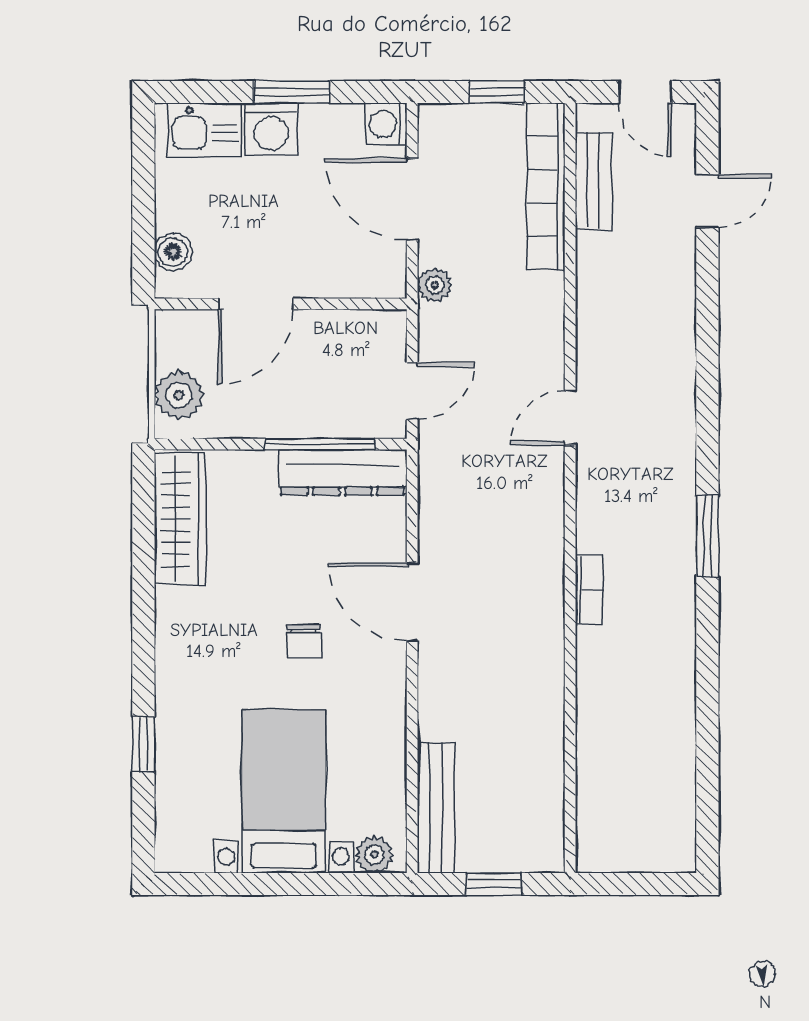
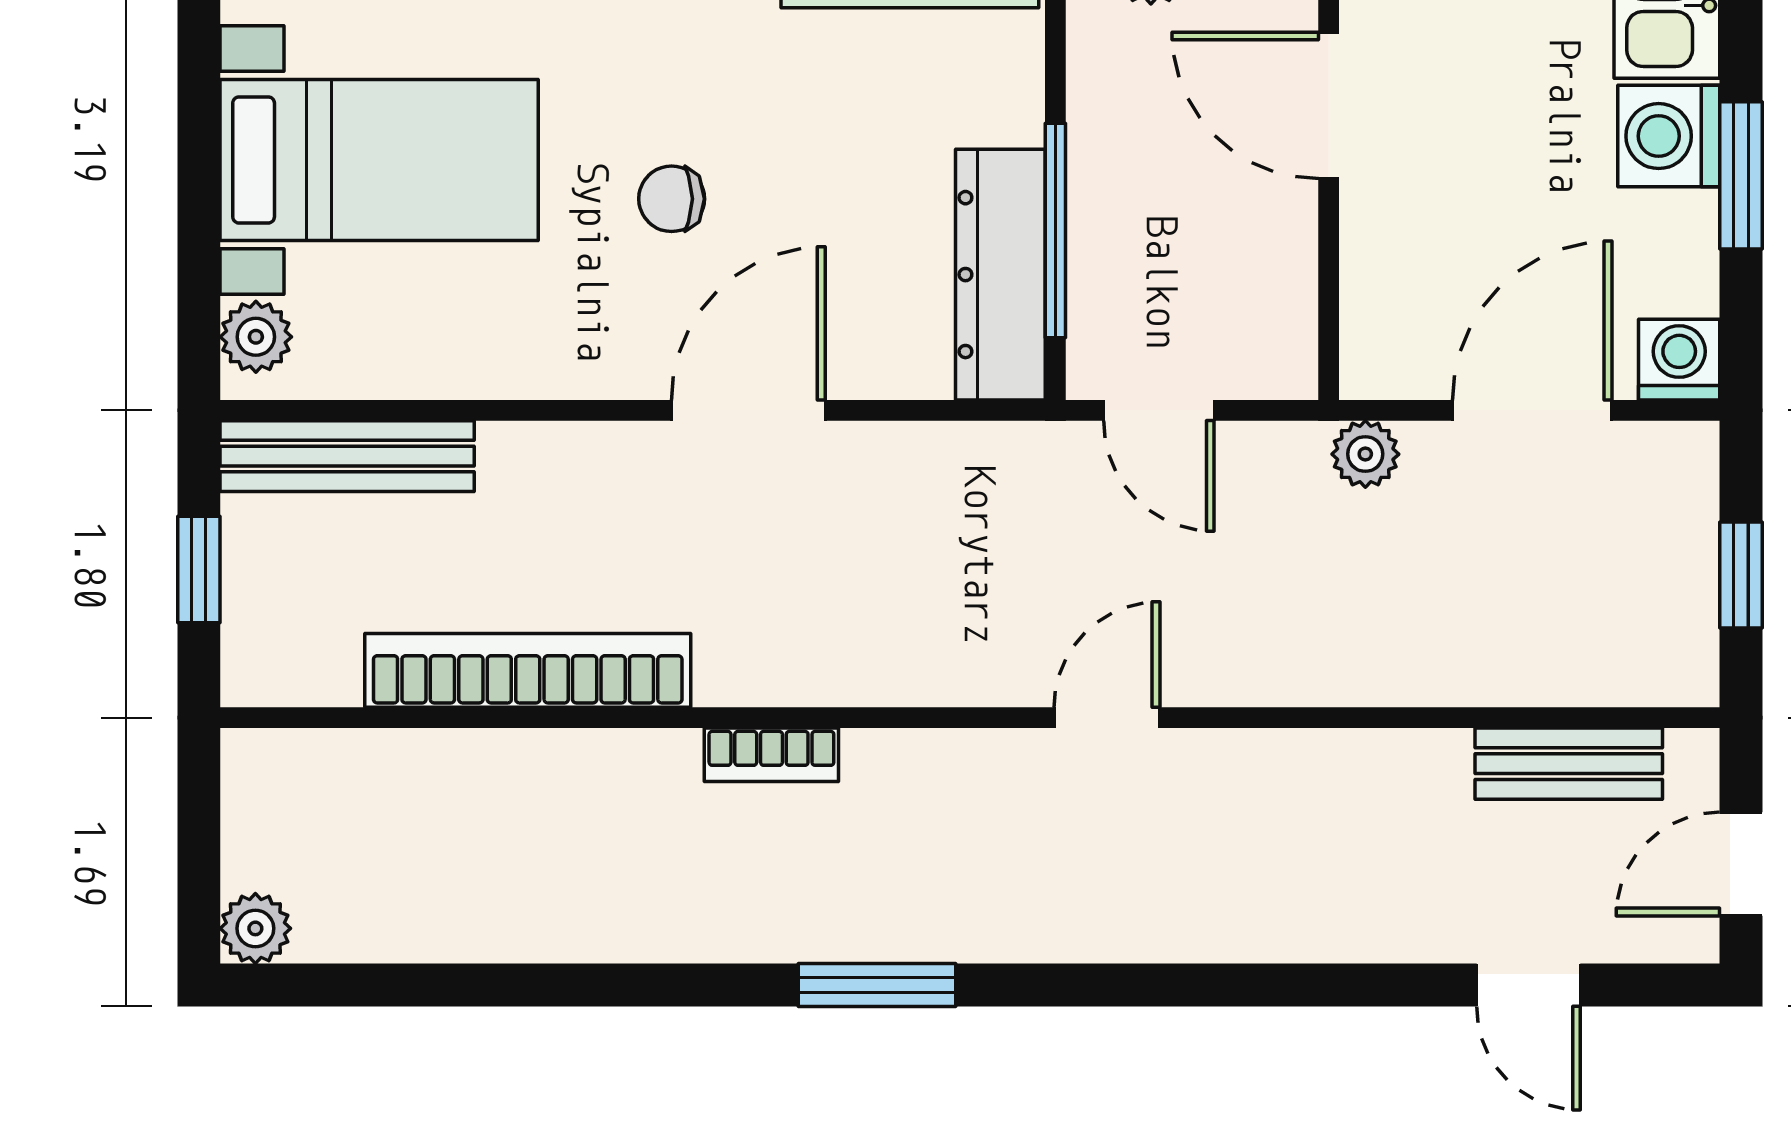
bookcase: (546, 187) -> (528, 670), moved
door: (570, 418) -> (1107, 718), hinge flipped
plant: (678, 855) -> (255, 928), added

